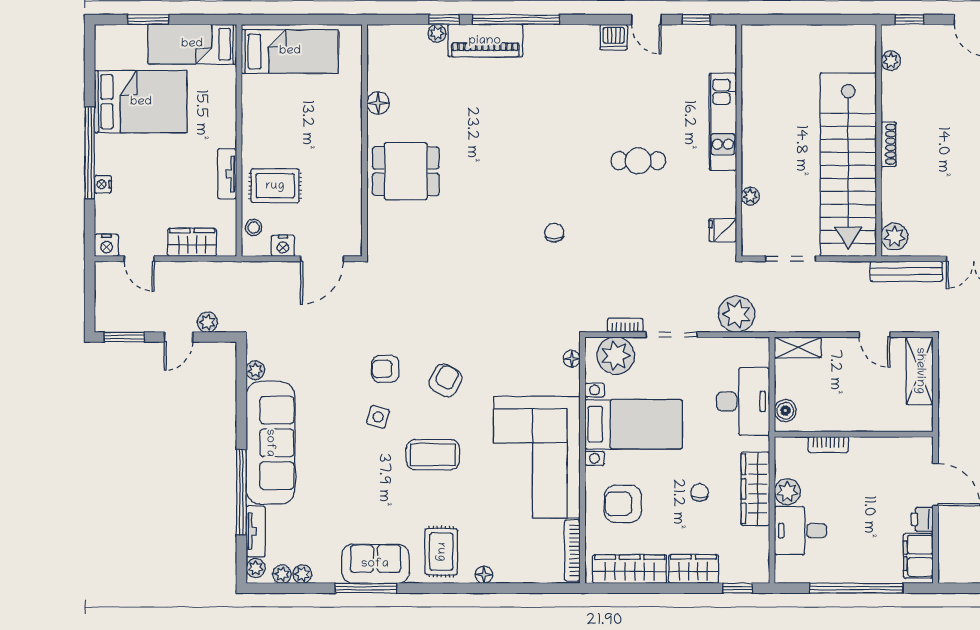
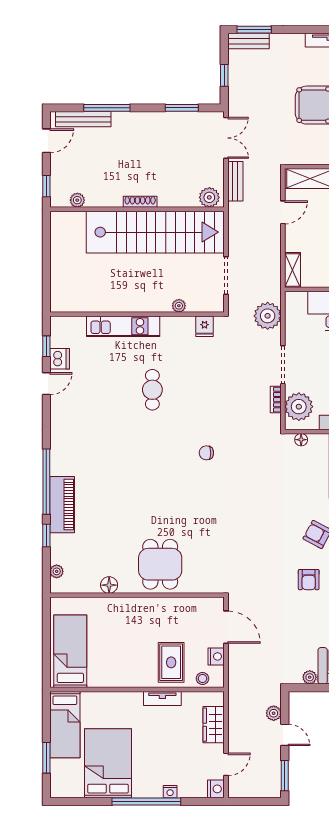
plant: (437, 33) -> (57, 571), moved
dishwasher: (614, 37) -> (60, 359), moved
bench: (906, 271) -> (235, 181), width x0.73

